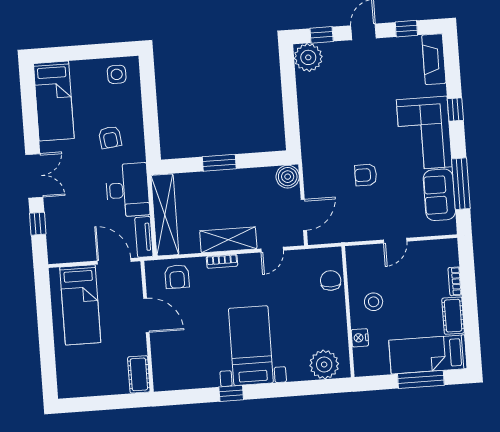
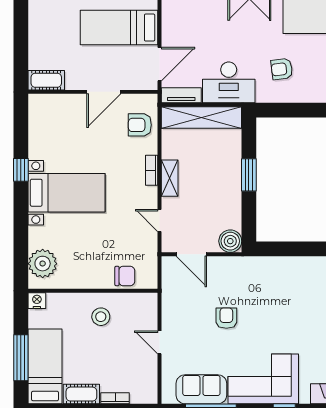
shelving: (228, 240) -> (170, 178), width x0.67, depth x0.75
nightstand: (360, 338) -> (37, 301), moved

